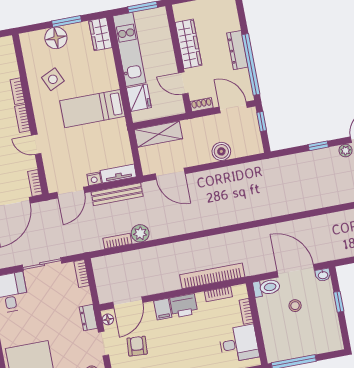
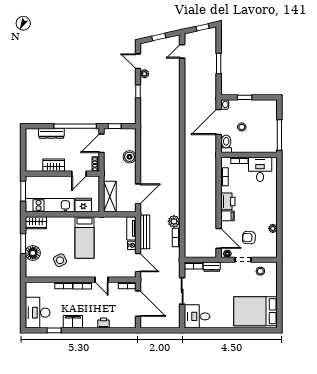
wardrobe: (188, 44) -> (54, 165), width x0.67
dresser: (237, 50) -> (51, 133), moved
door: (36, 144) -> (101, 280), hinge flipped
bookcase: (212, 276) -> (211, 179), removed
dresser: (88, 318) -> (212, 267), moved

